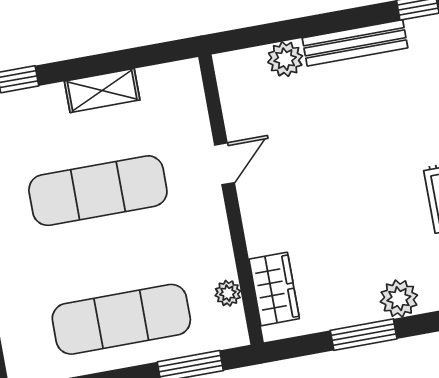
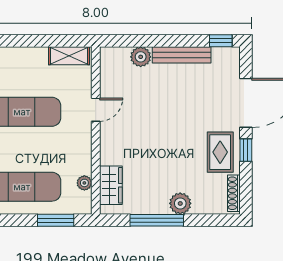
shelving: (102, 91) -> (69, 56), moved
window: (364, 335) -> (157, 220), width x1.44

